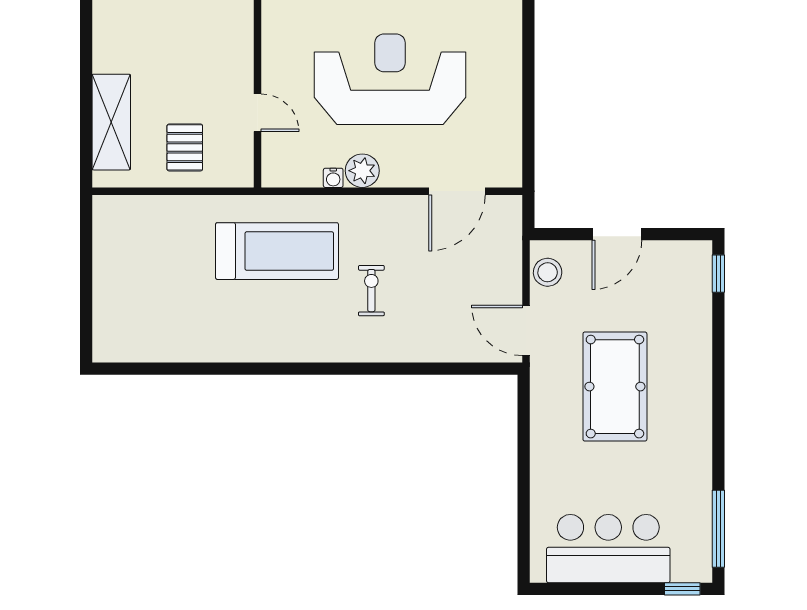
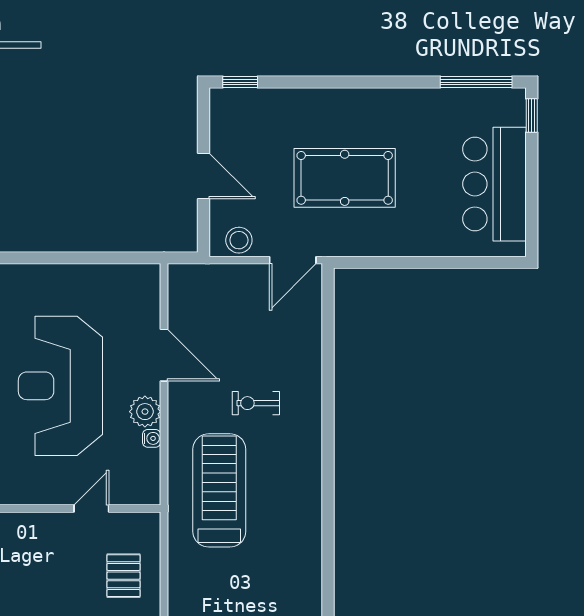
pallet: (185, 147) -> (124, 576), turned 90
door: (457, 191) -> (164, 355), moved

